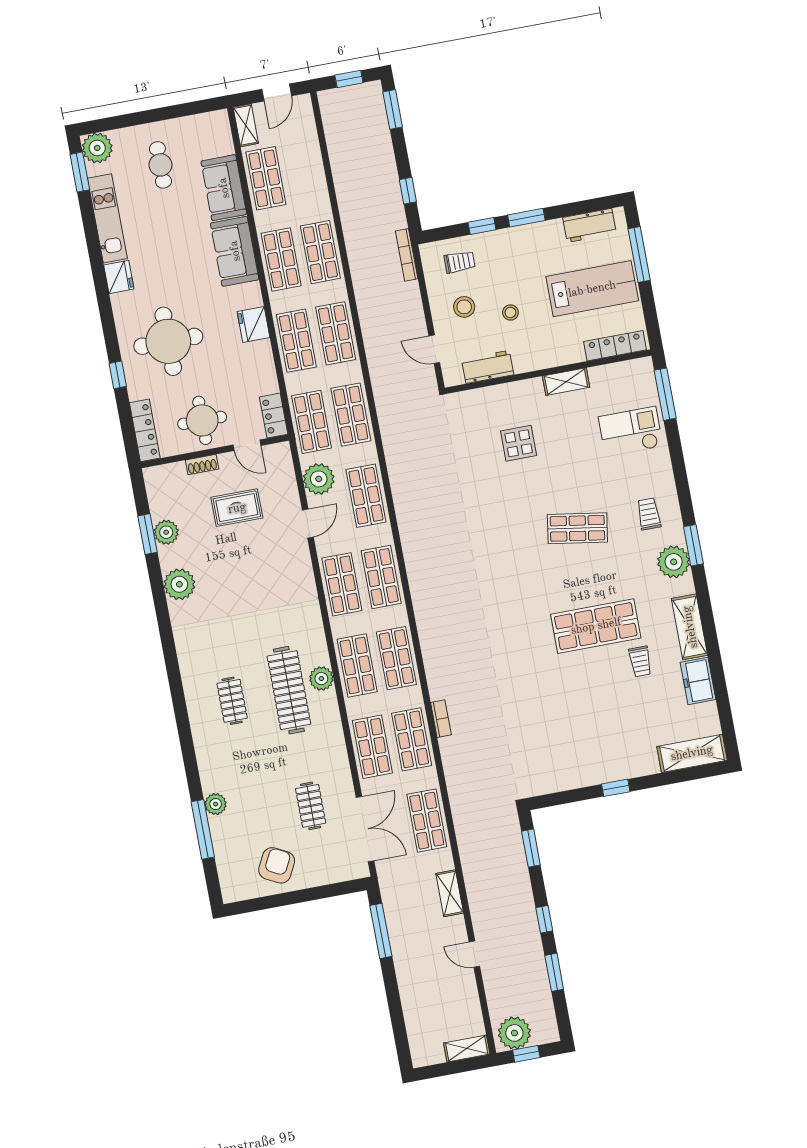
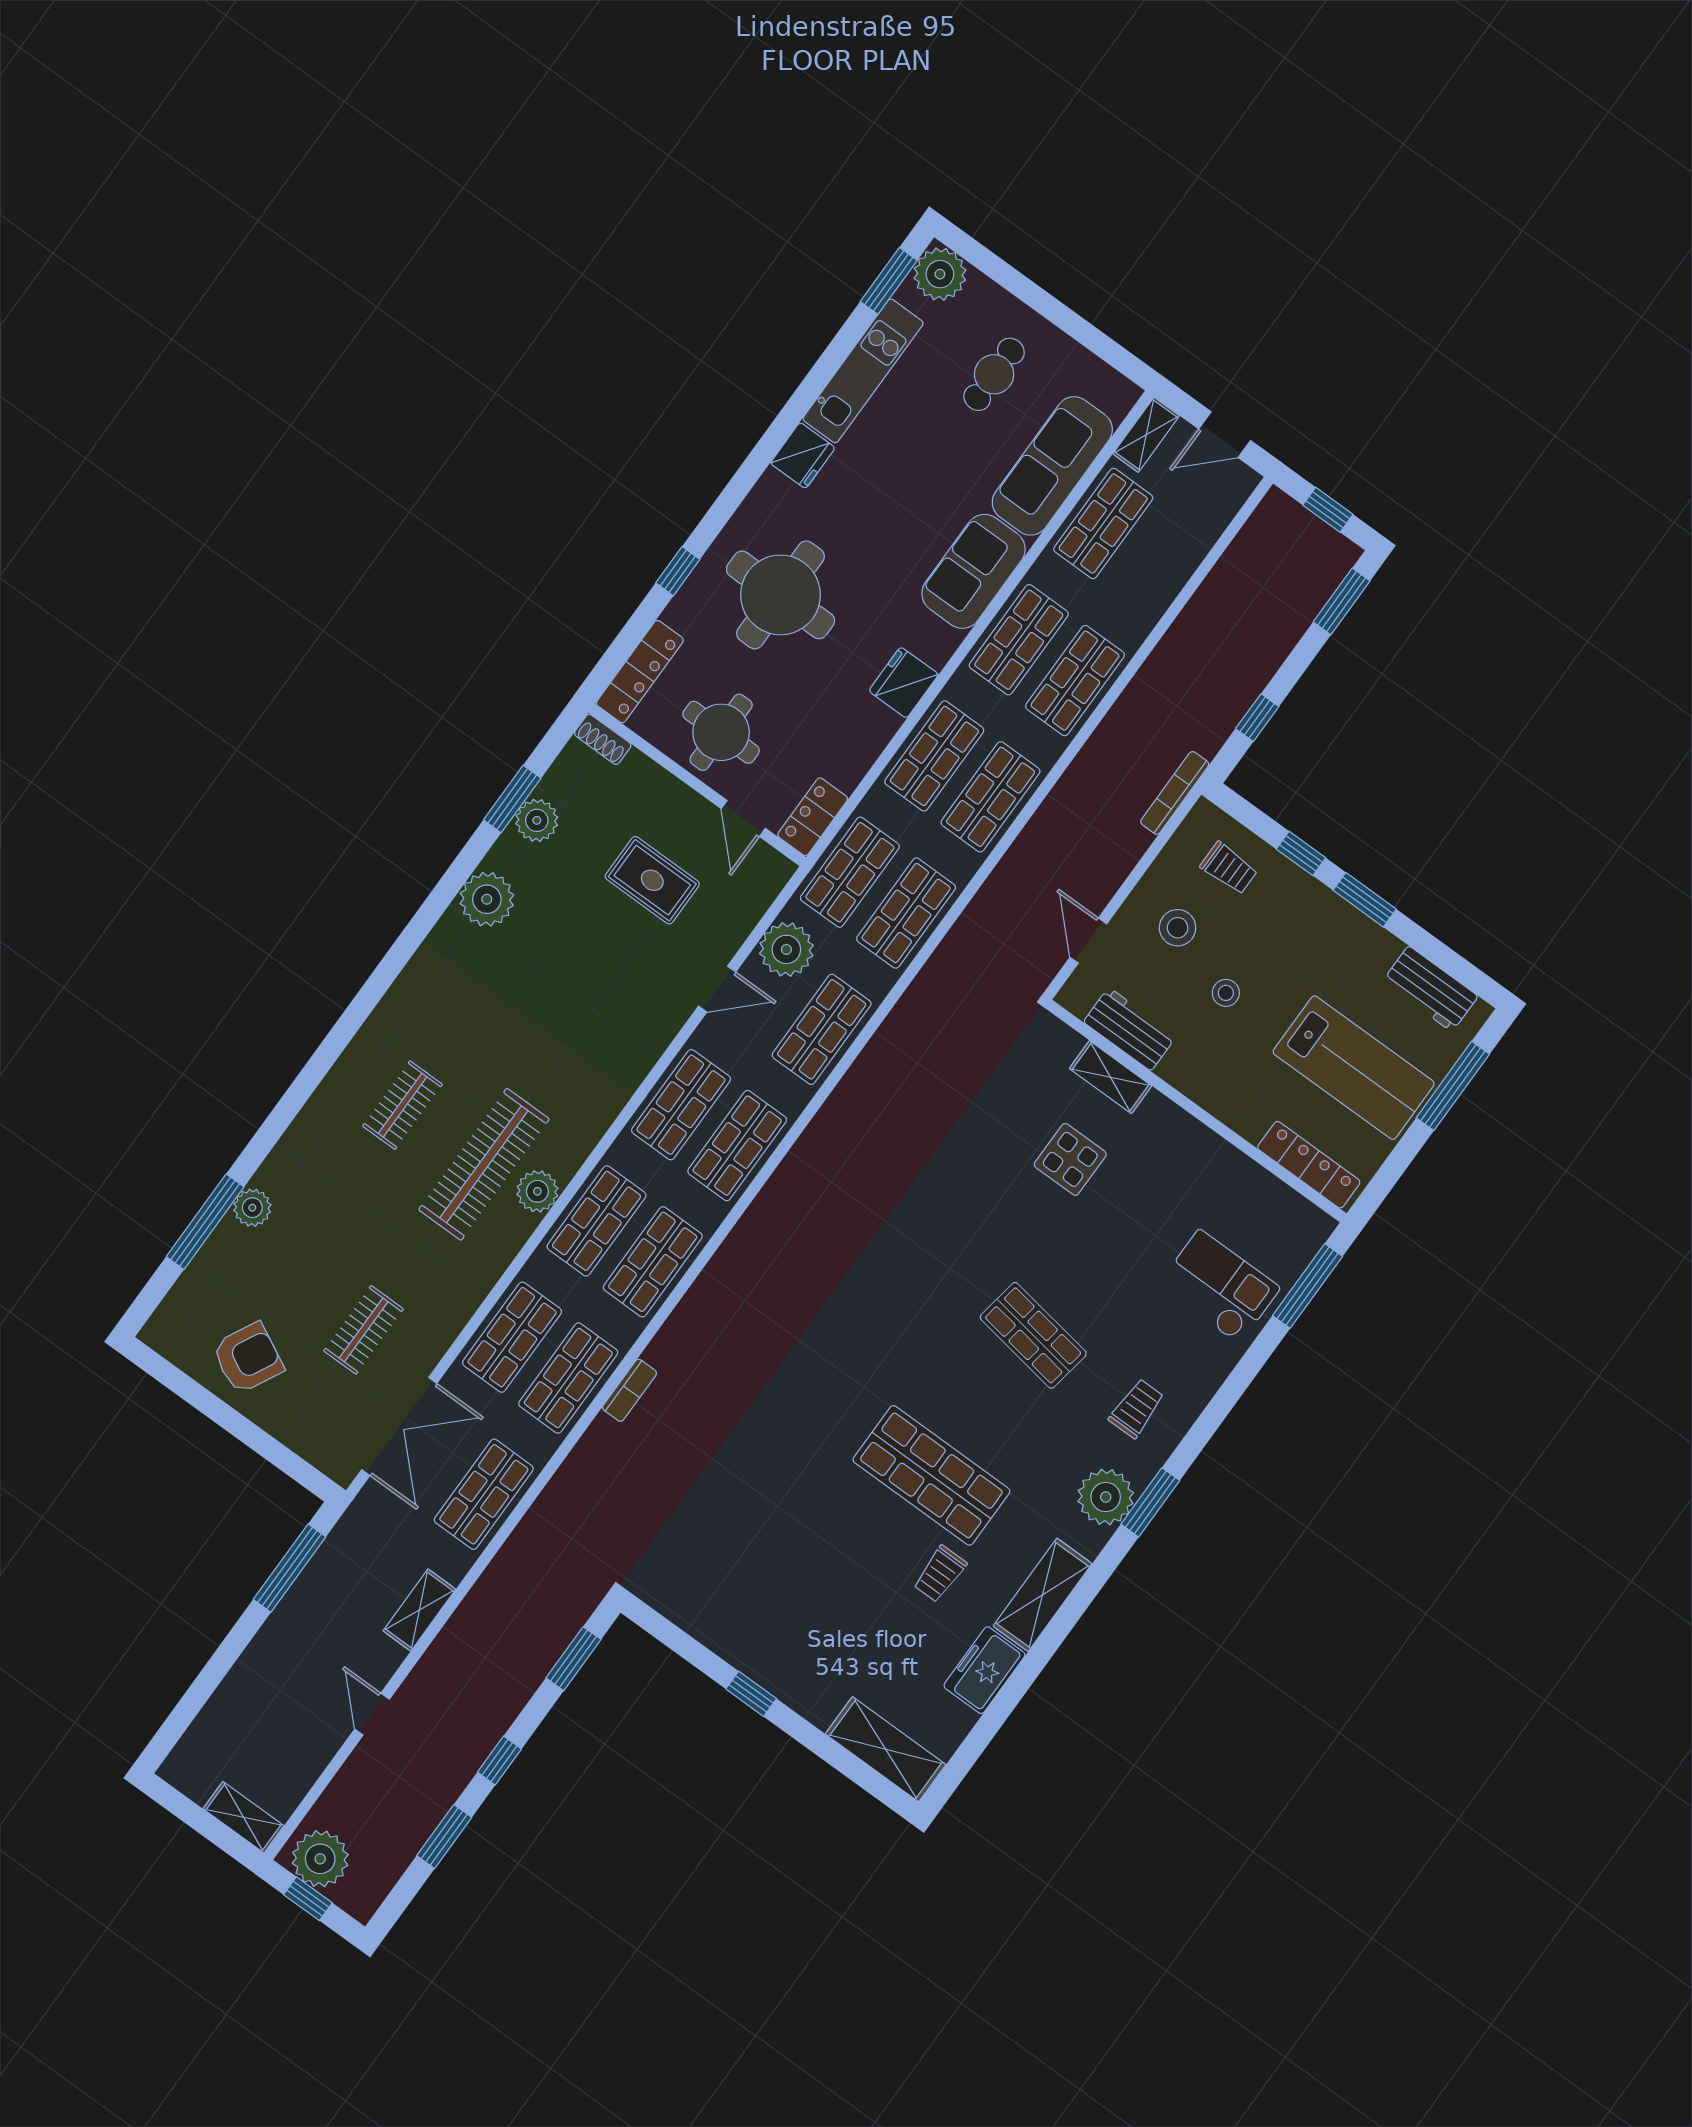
sofa: (224, 188) -> (1052, 466), width x1.36
shelving: (566, 382) -> (1110, 1077), moved
shoe rack: (202, 465) -> (603, 739), moved

